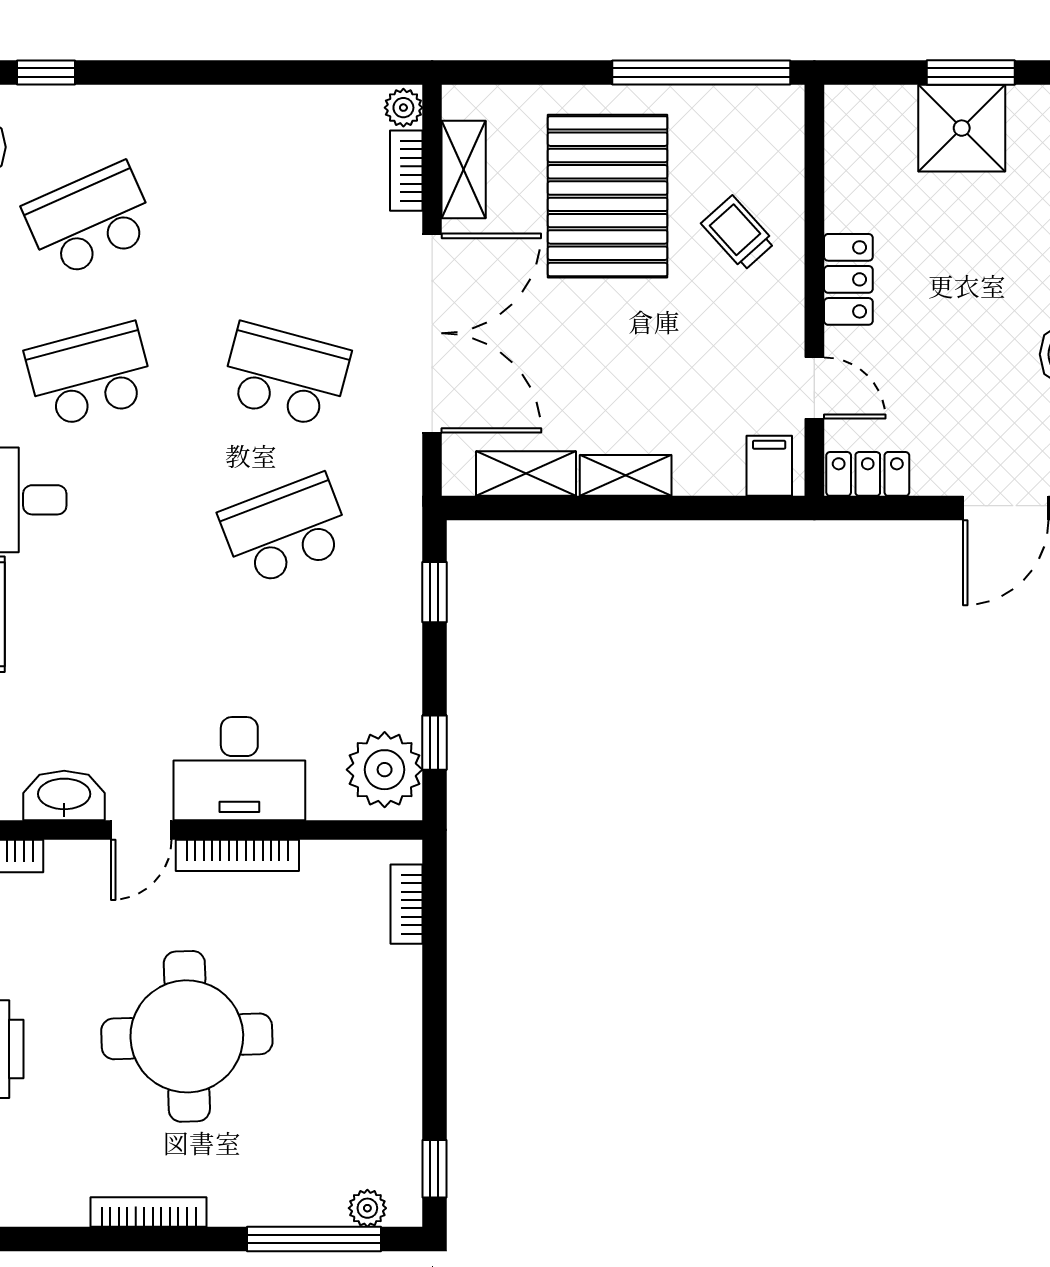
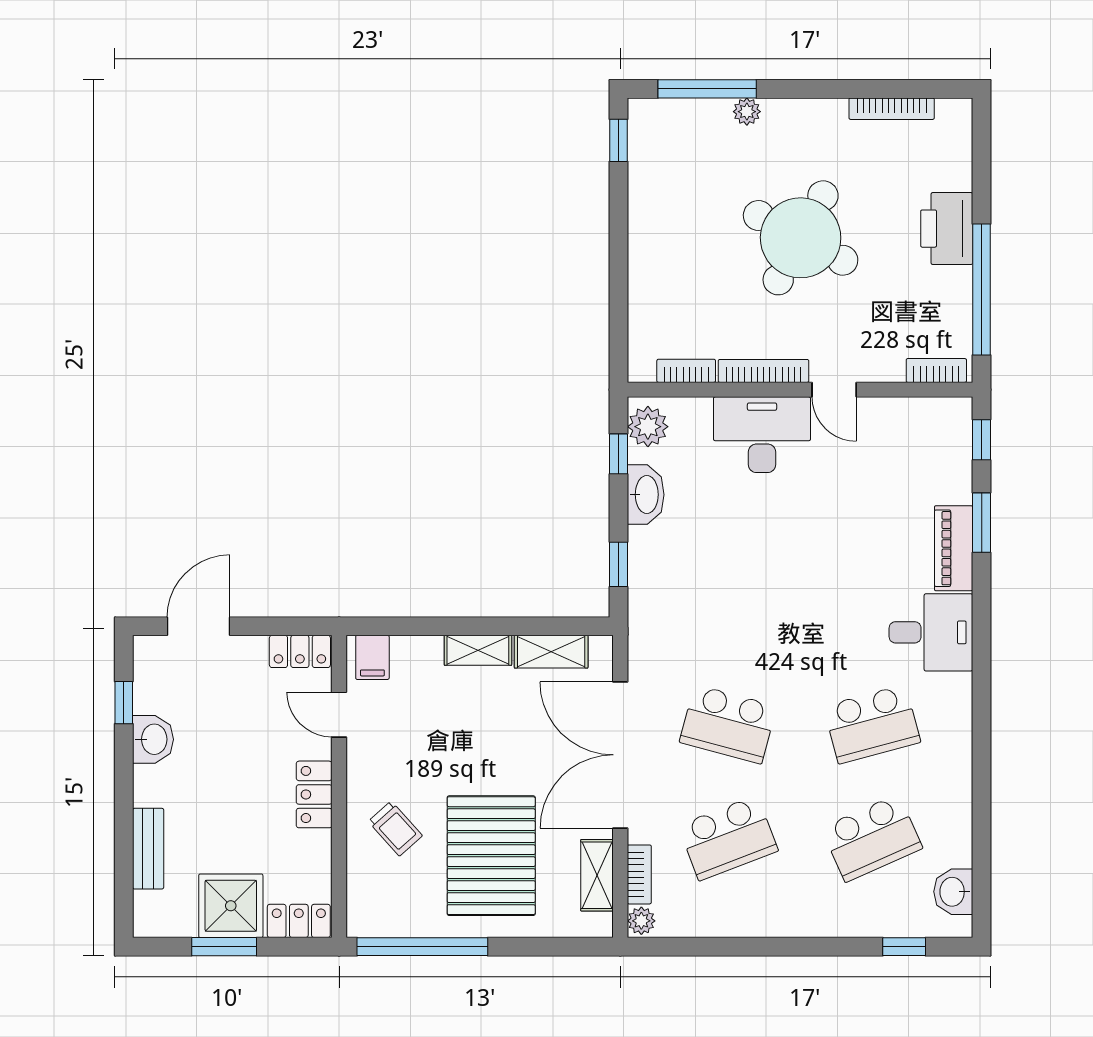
locker: (869, 107) -> (299, 921), added
school desk: (285, 530) -> (728, 838), moved
plant: (385, 770) -> (648, 427), width x0.73, depth x0.73
washbasin: (64, 795) -> (646, 495), moved, turned -90
door: (141, 830) -> (834, 390), swing flipped
bookcase: (406, 904) -> (686, 371), moved, turned -90
round table: (187, 1036) -> (801, 238), turned 30
plant: (367, 1208) -> (747, 112), moved
bookcase: (149, 1212) -> (892, 109), moved

